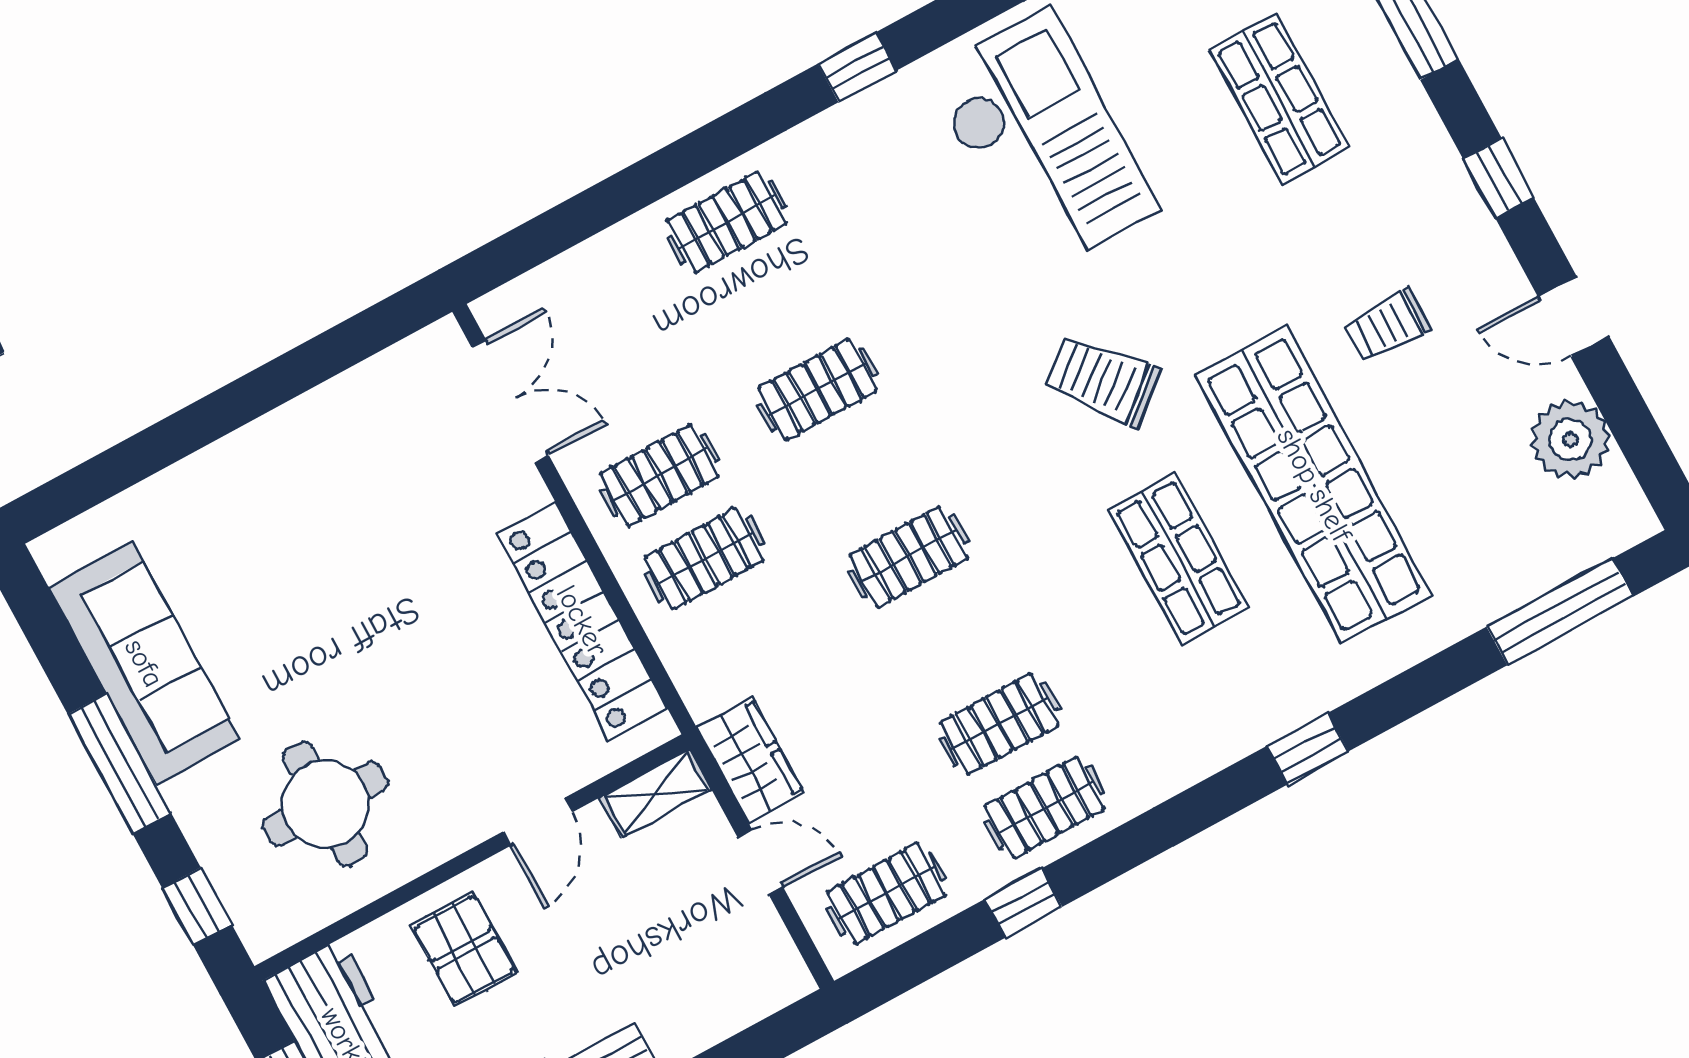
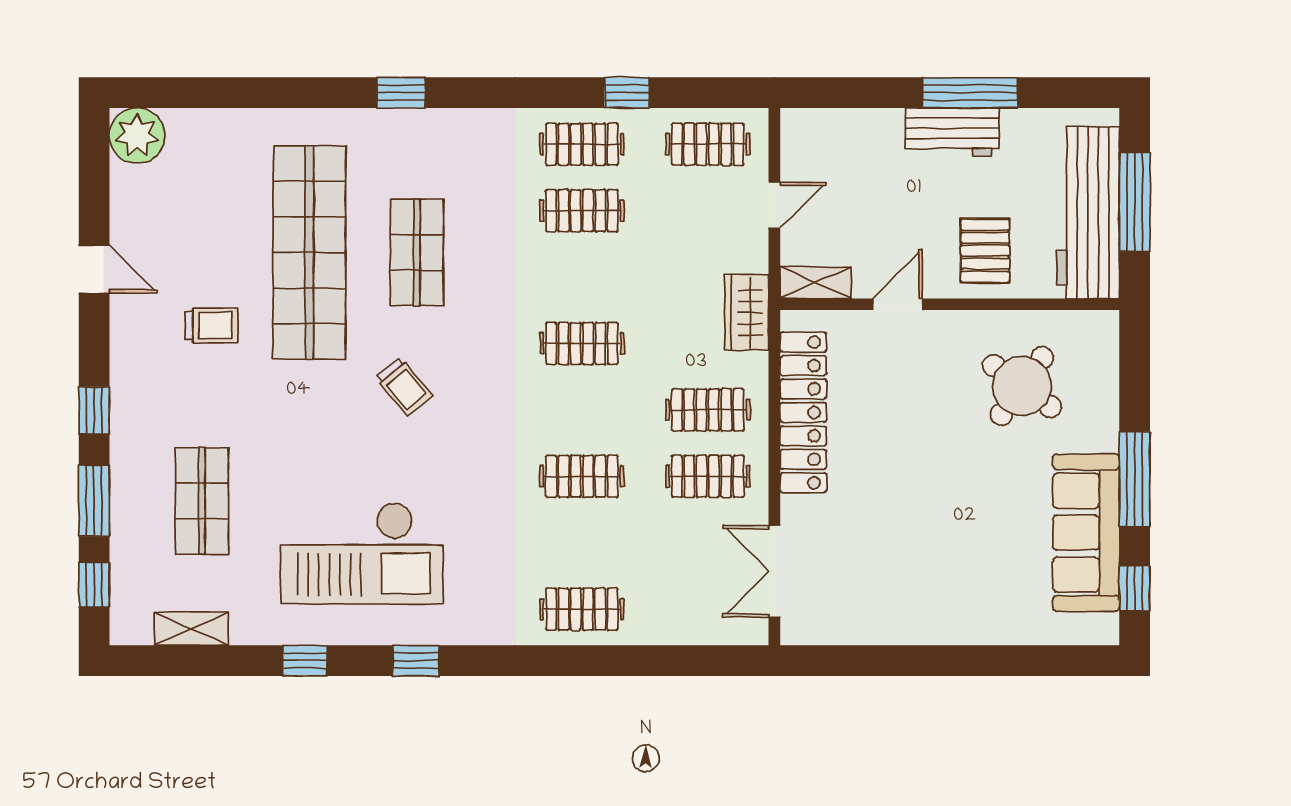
window: (857, 67) -> (416, 661), moved
checkout: (1042, 142) -> (362, 553), turned -90
window: (1498, 178) -> (94, 410), moved
trolley: (1103, 380) -> (404, 387), width x0.73, depth x0.72
plant: (1570, 439) -> (137, 136), moved
window: (1560, 612) -> (201, 93), removed
wardrobe: (750, 760) -> (747, 313), moved
round table: (325, 804) -> (1022, 386), turned 36
door: (761, 862) -> (774, 205), swing flipped
window: (197, 906) -> (1135, 588), moved

